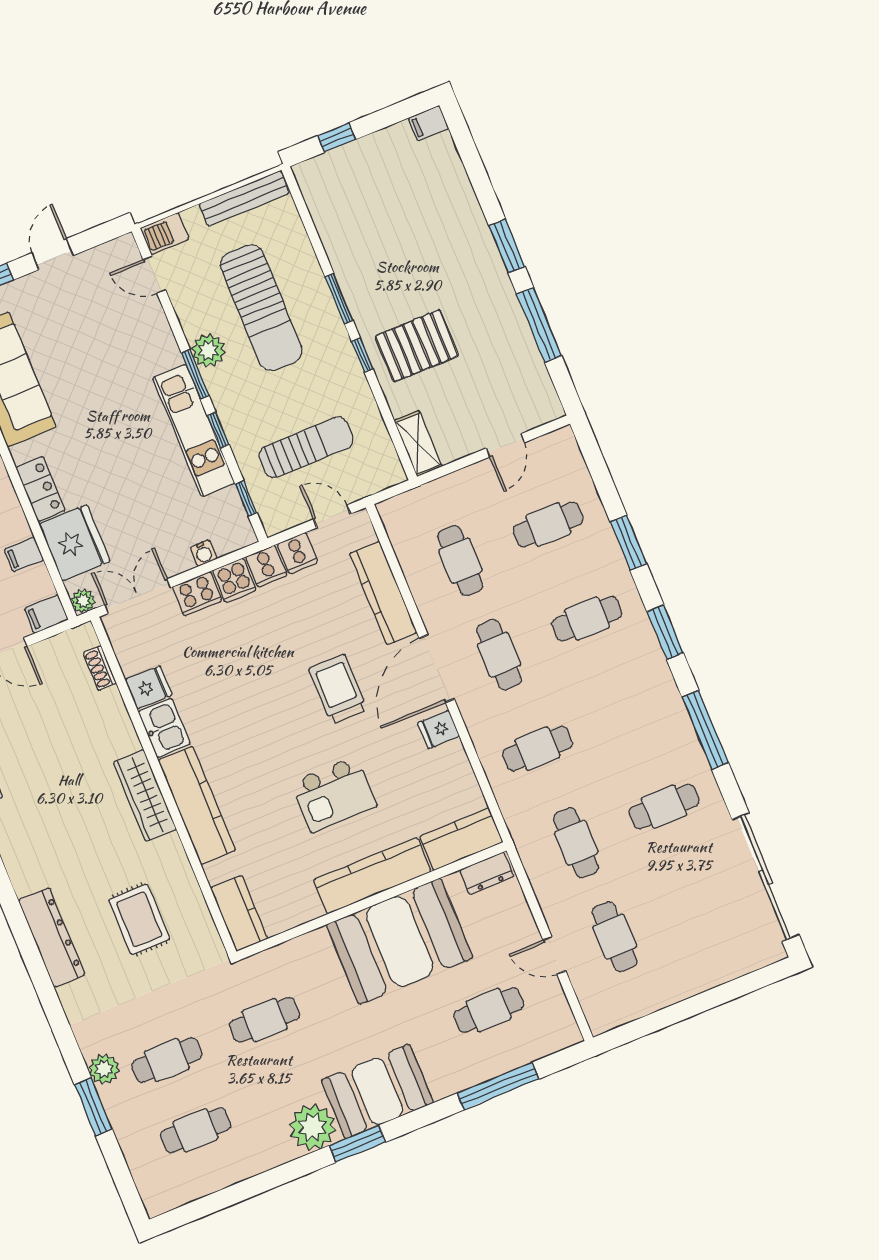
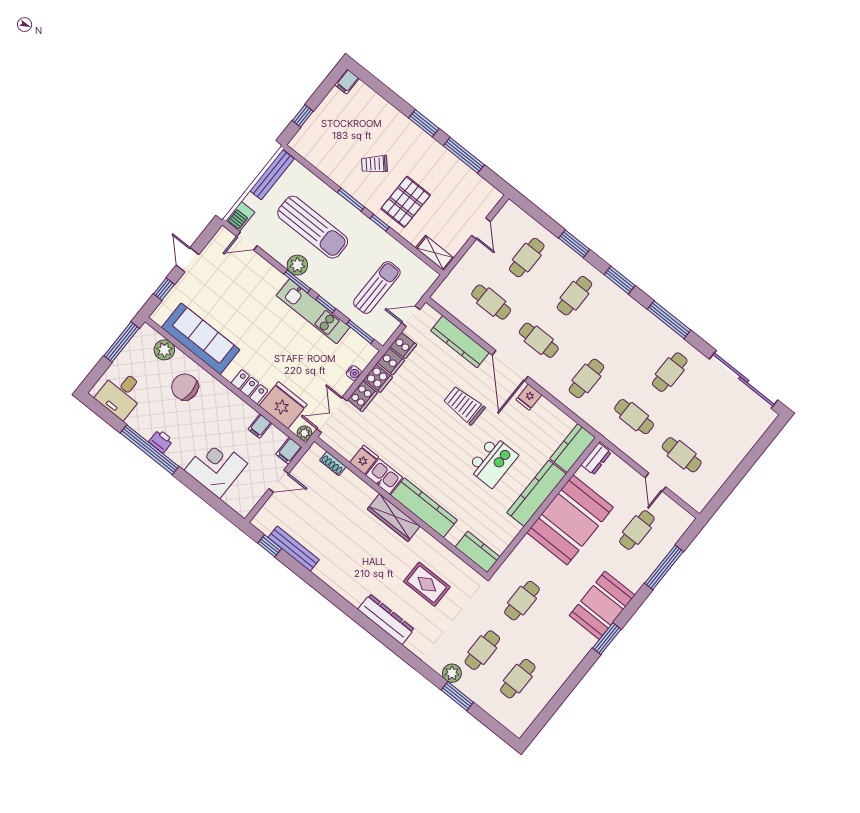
trolley: (402, 266) -> (374, 164), added
window: (246, 498) -> (360, 332), width x1.50
door: (554, 955) -> (655, 482), hinge flipped
plant: (312, 1127) -> (578, 643), removed

